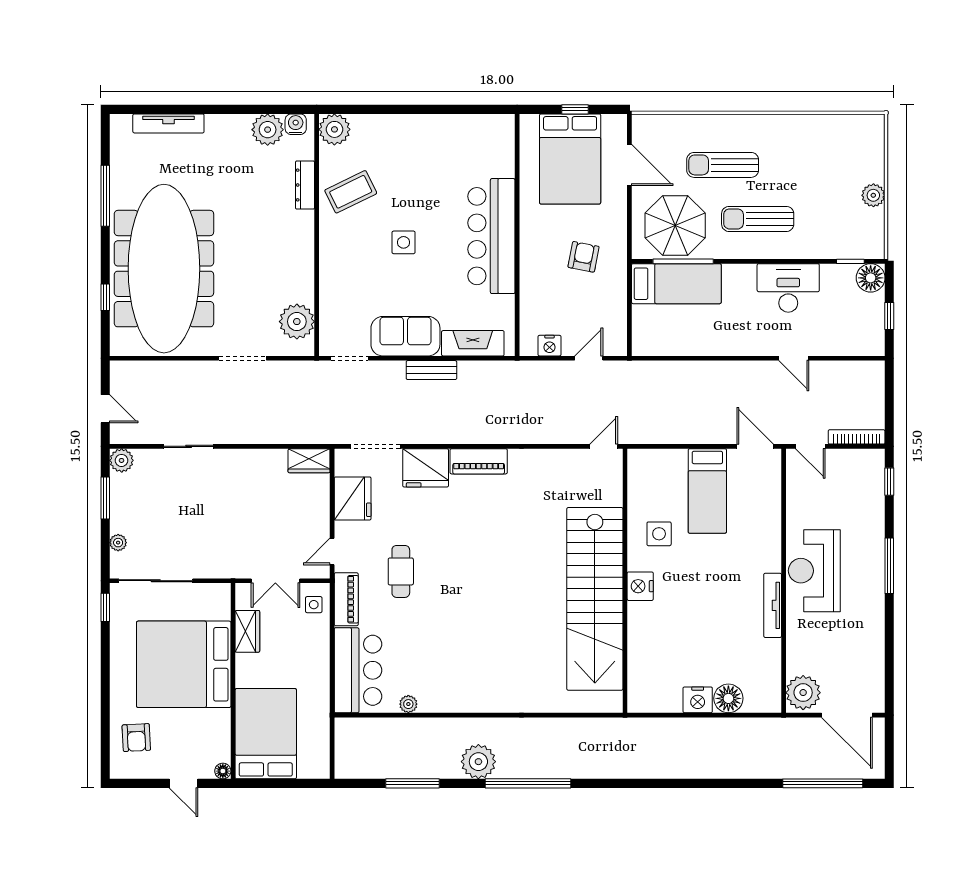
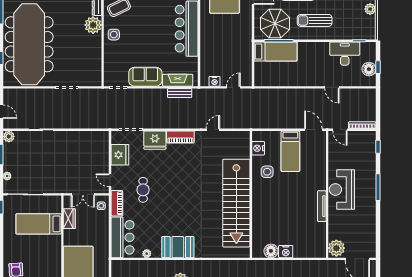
side table: (404, 242) -> (114, 35), moved
armchair: (584, 257) -> (231, 39), removed
floor lamp: (871, 278) -> (369, 69), moved
desk: (788, 288) -> (345, 54), moved
plant: (297, 322) -> (93, 25), moved
bench: (431, 370) -> (180, 93), moved
door: (604, 446) -> (213, 130), moved
wardrobe: (309, 461) -> (99, 137), removed
door: (332, 552) -> (110, 180), hinge flipped
nightstand: (640, 586) -> (258, 148), moved
bed: (184, 664) -> (39, 224), width x0.49
booth: (473, 691) -> (178, 247), added
floor lamp: (728, 698) -> (271, 251), moved

